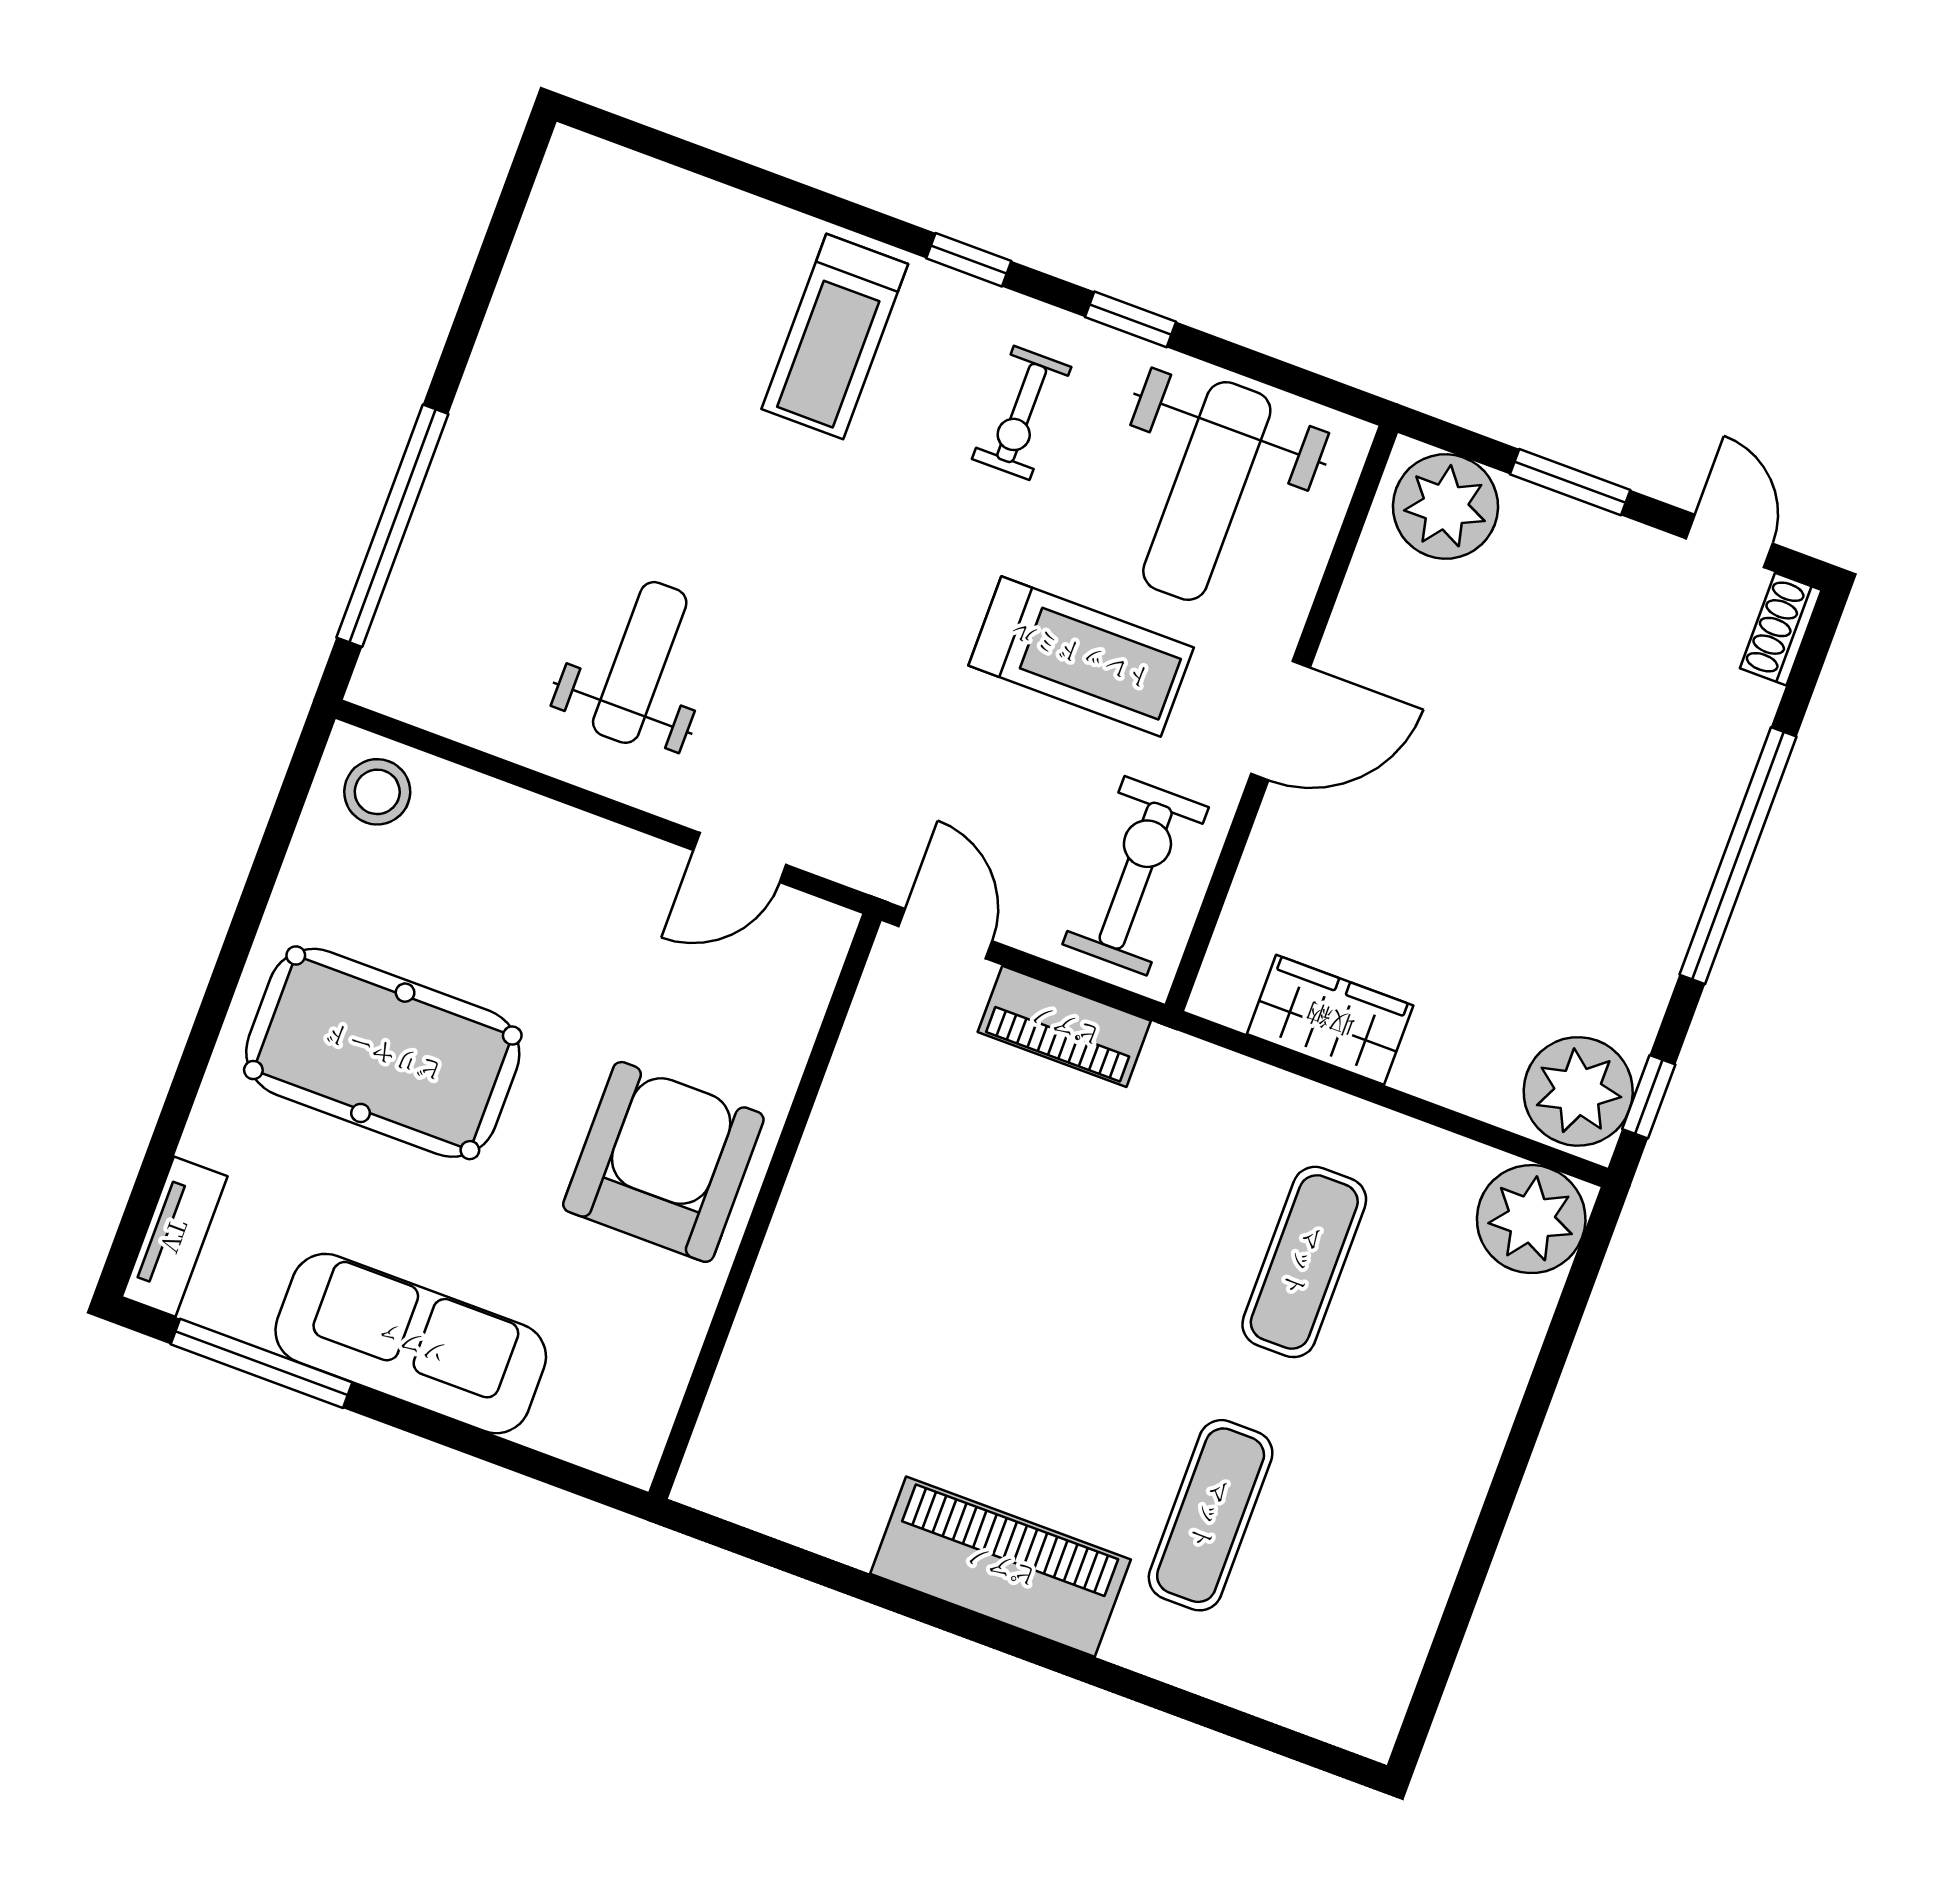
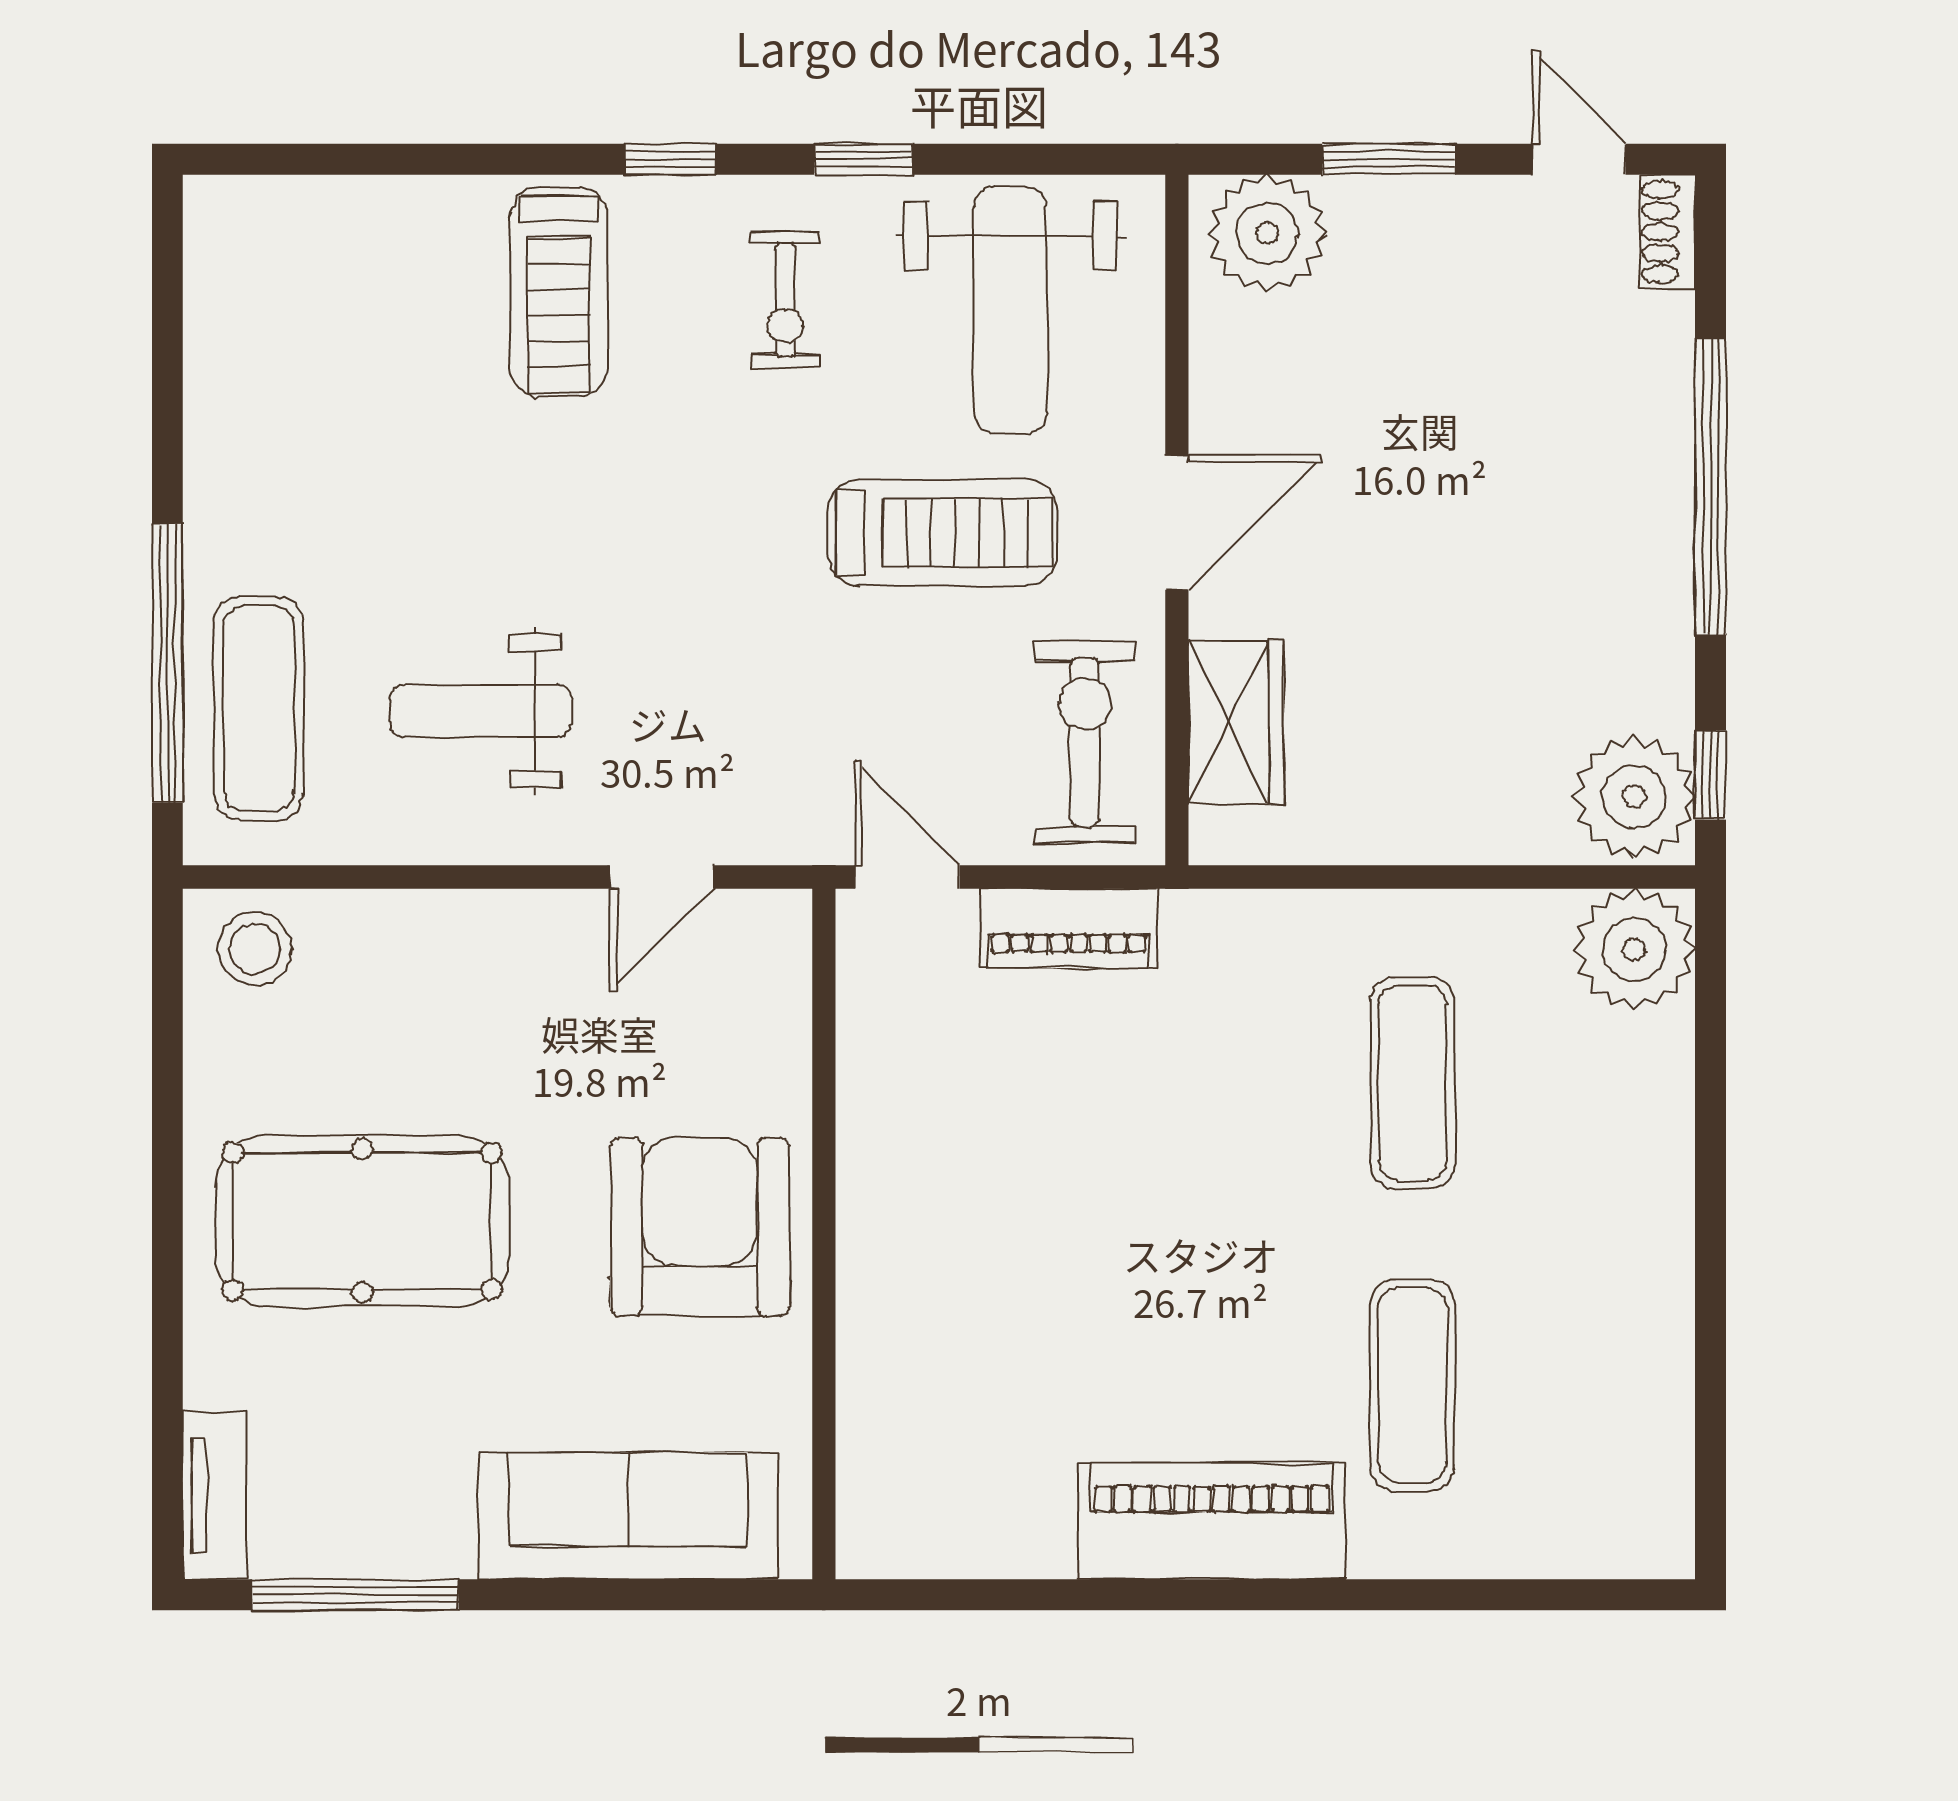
exercise mat: (455, 592) -> (259, 708), added
weight bench: (640, 662) -> (481, 711), turned -90
wardrobe: (1330, 1020) -> (1236, 722), moved, turned 90
sofa: (411, 1344) -> (628, 1516), moved

